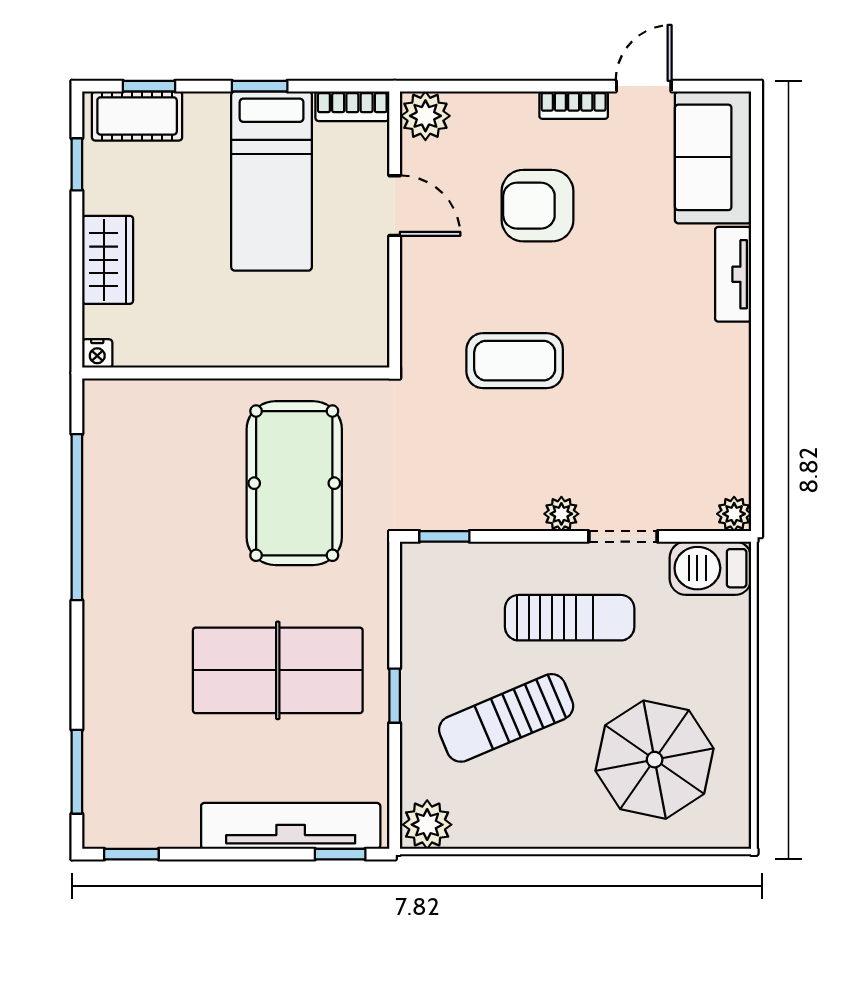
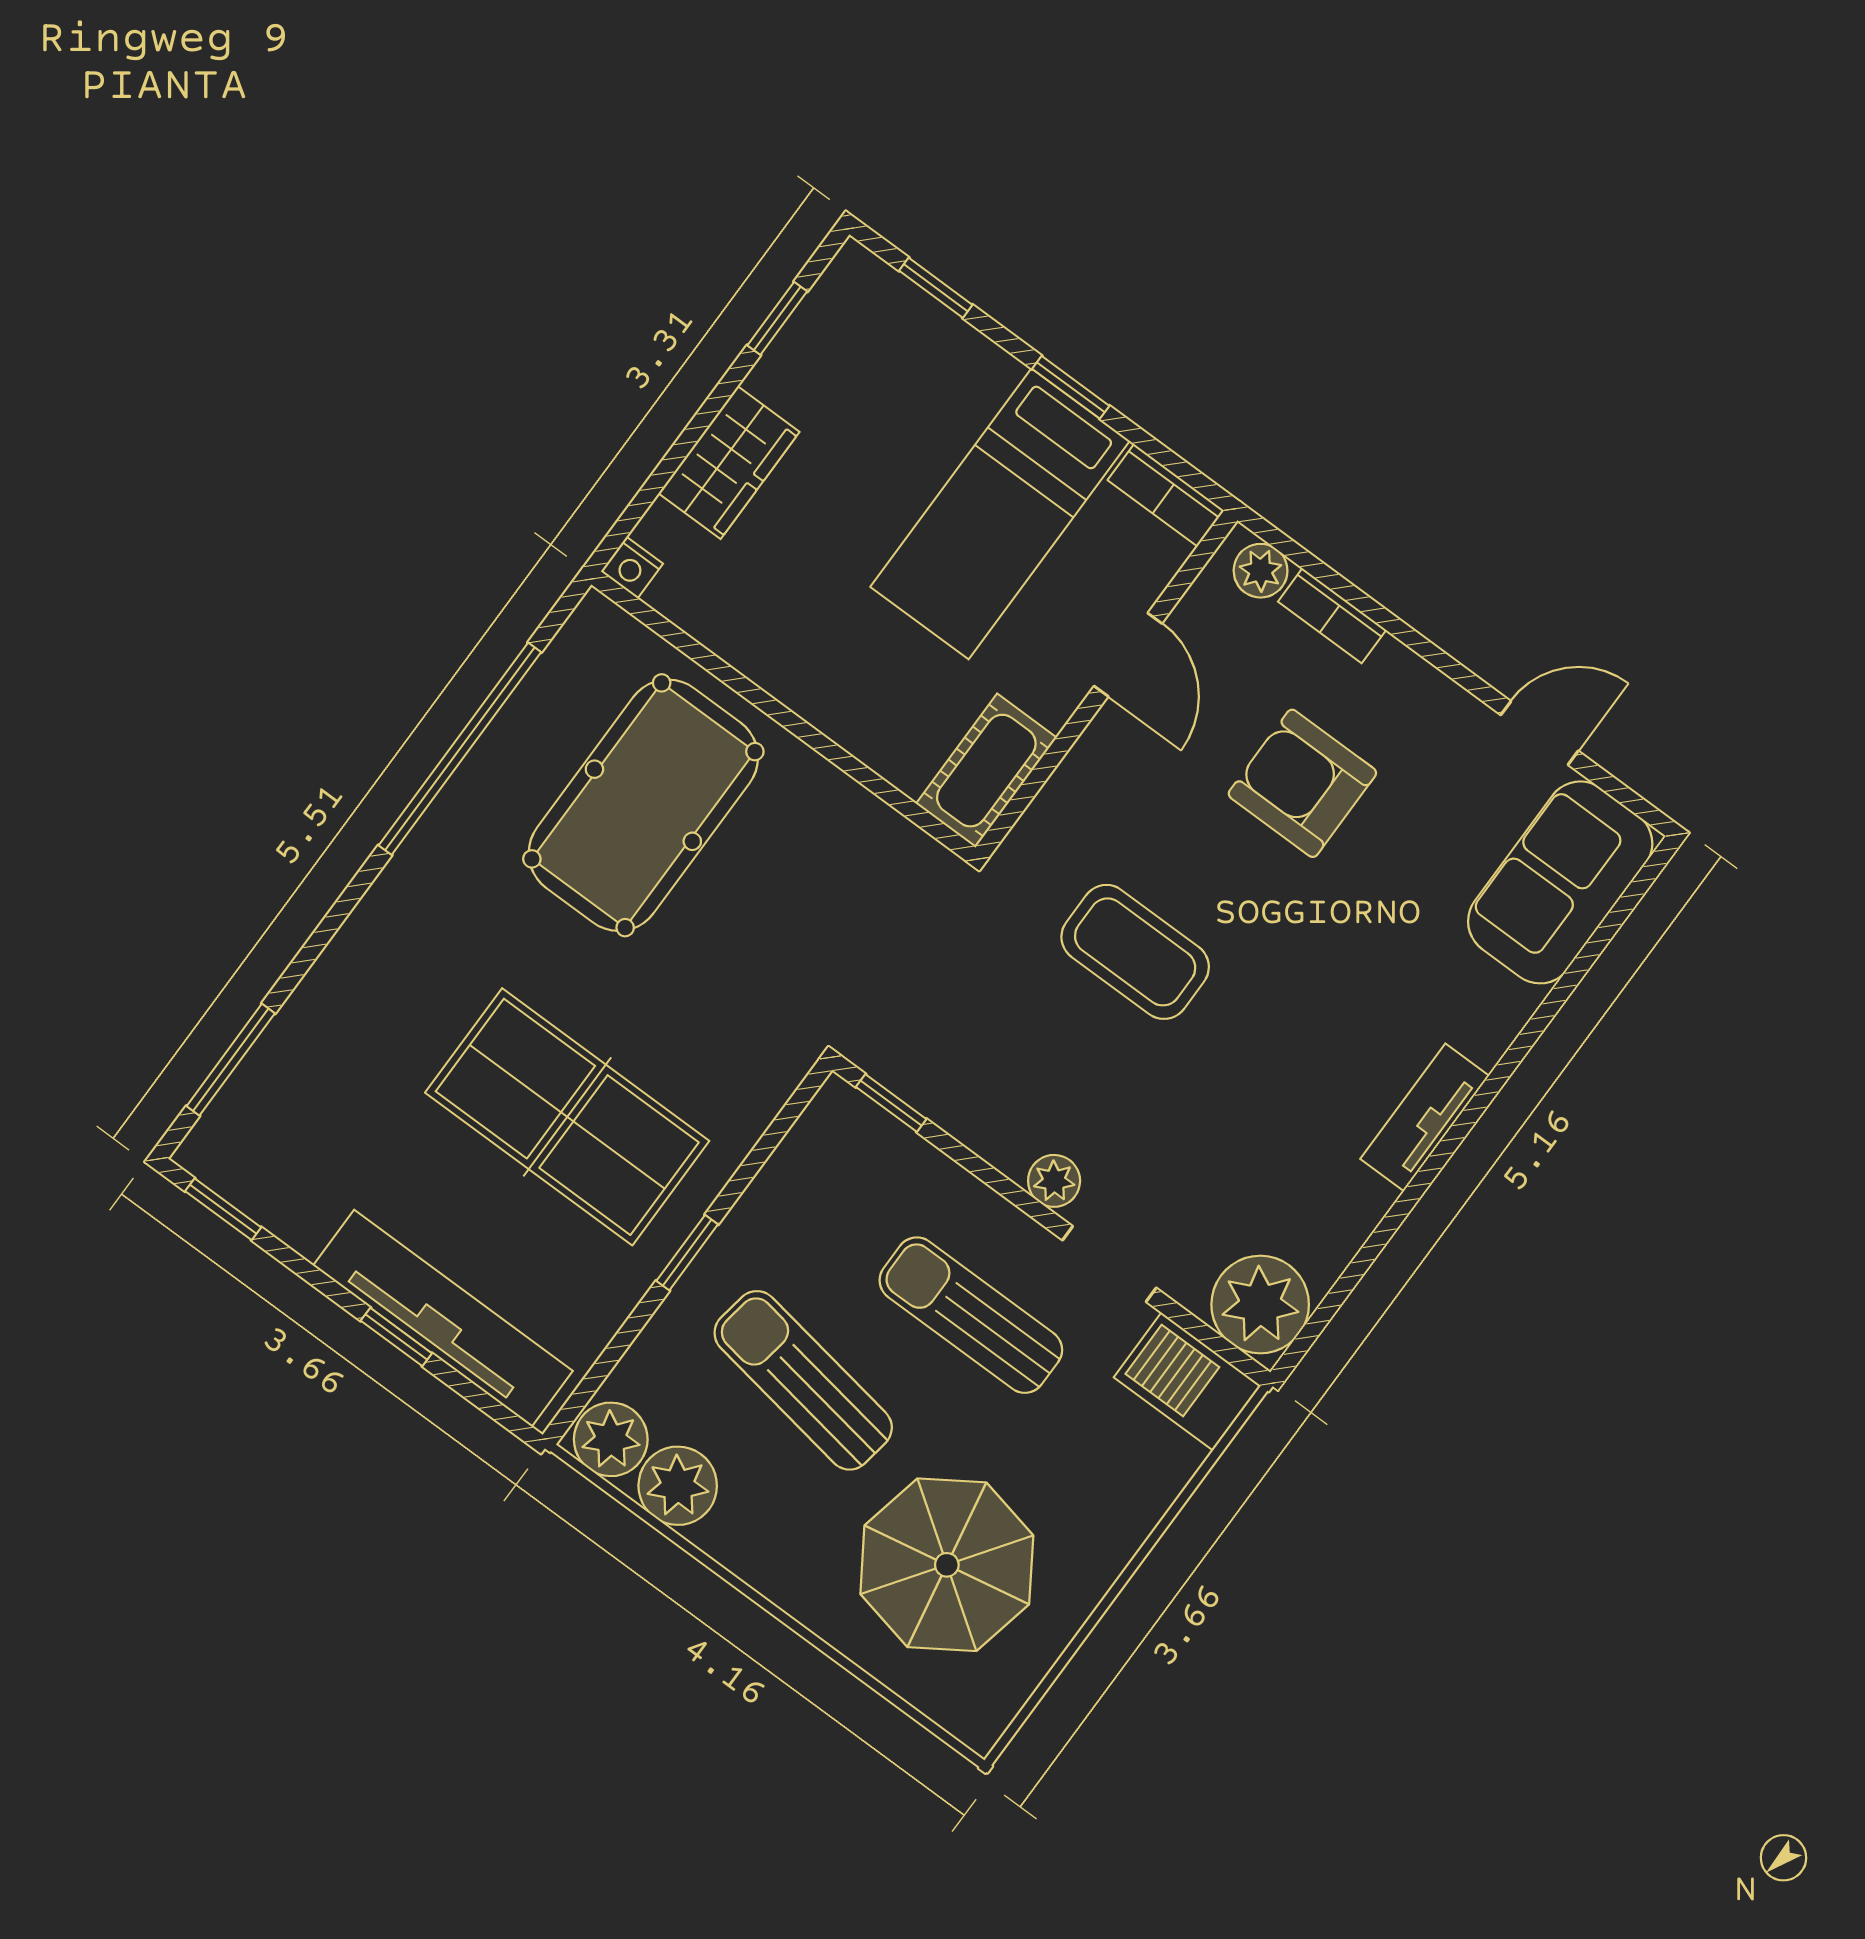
bookcase: (574, 105) -> (1332, 616), moved
cot: (137, 116) -> (986, 771), moved, turned 90
plant: (425, 116) -> (1261, 571), width x0.73, depth x0.73
tv unit: (733, 274) -> (1425, 1117), moved
pool table: (294, 483) -> (643, 805), moved
plant: (734, 514) -> (1260, 1305), width x1.87, depth x1.87
sun lounger: (570, 618) -> (971, 1315), turned 180
sun lounger: (506, 718) -> (803, 1380), turned 32
plant: (481, 823) -> (678, 1486), added
window: (340, 854) -> (396, 1337), moved

